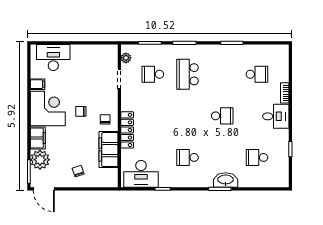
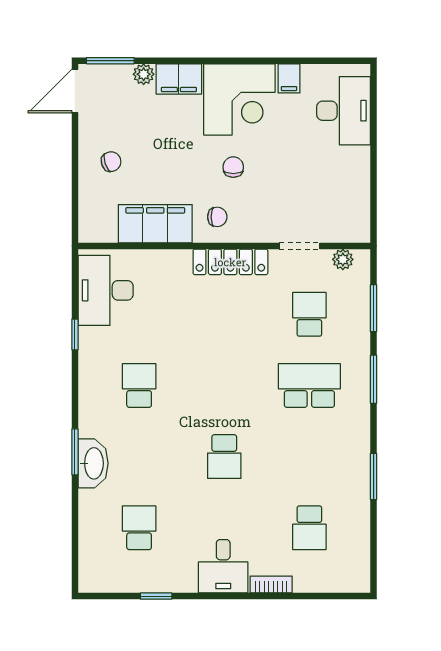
locker: (127, 130) -> (230, 262), moved
plant: (40, 160) -> (144, 74), width x0.53, depth x0.53

